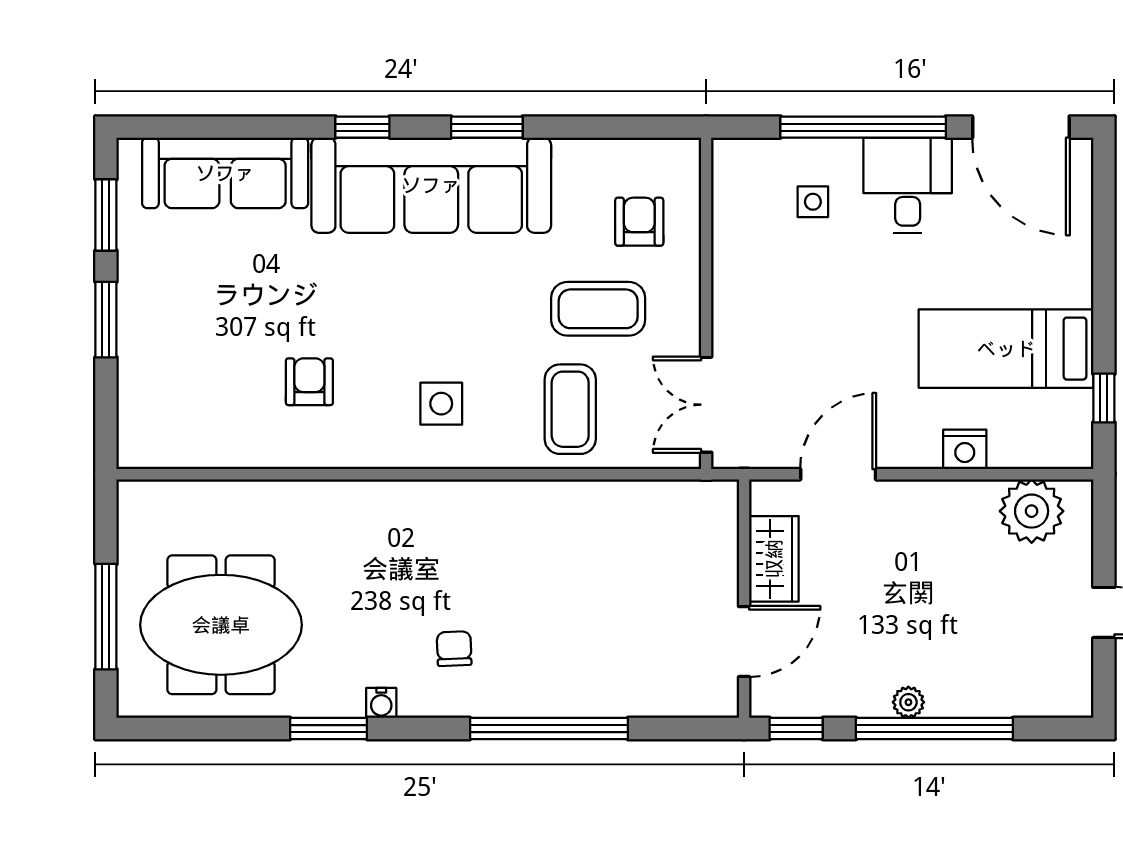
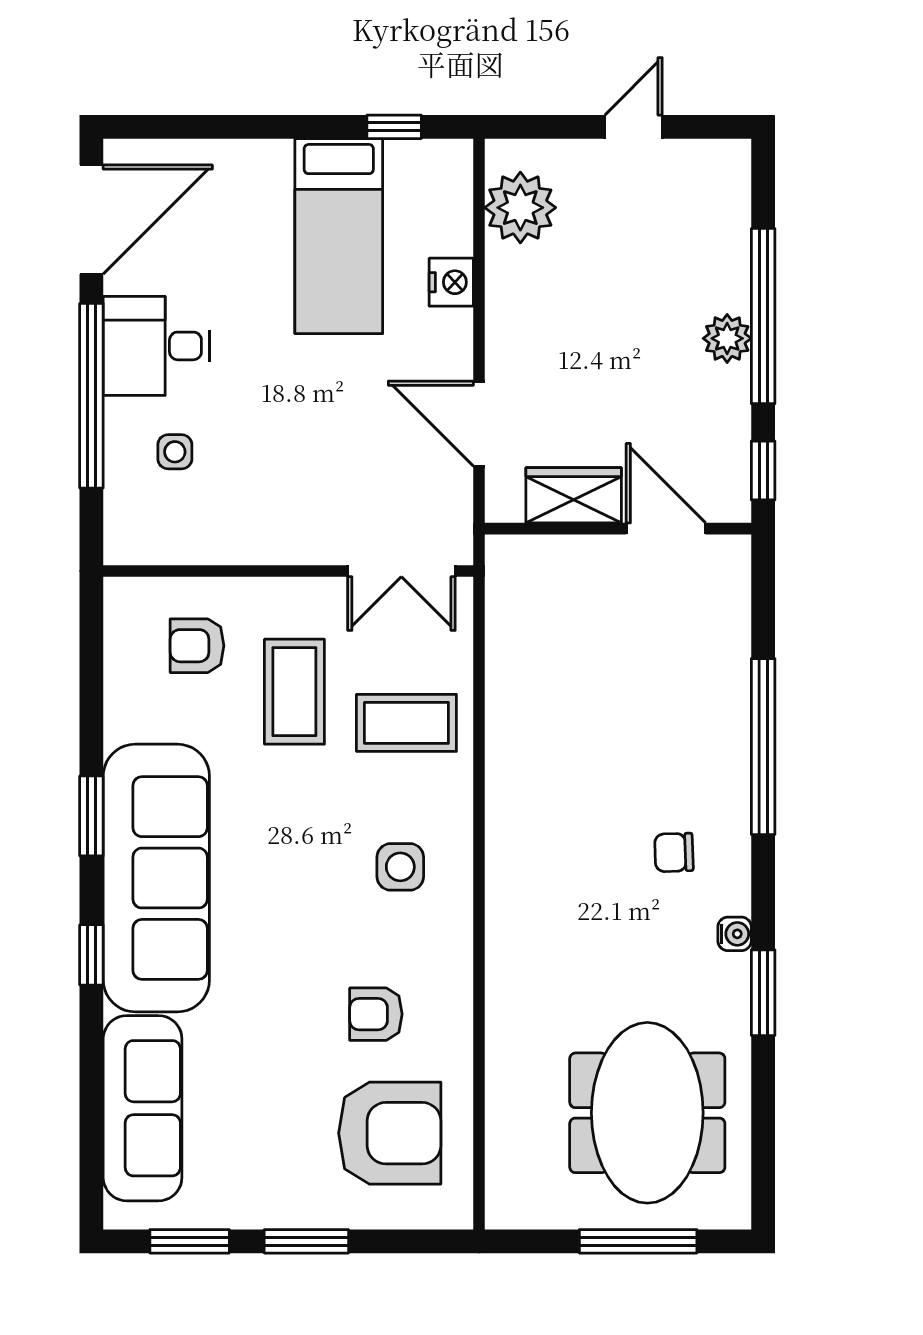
armchair: (203, 394) -> (390, 1133), added
plant: (908, 702) -> (727, 338), width x1.38, depth x1.38

